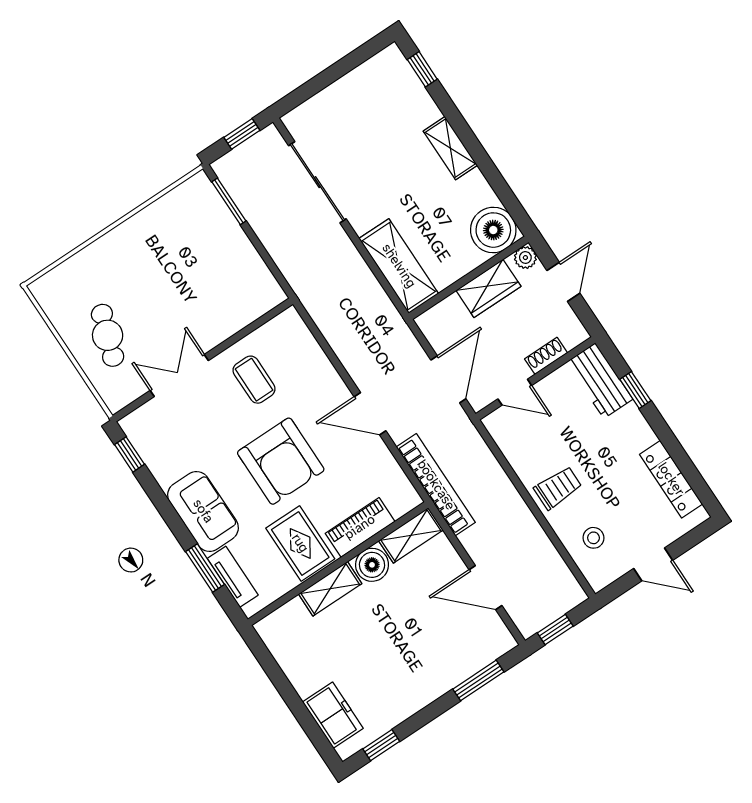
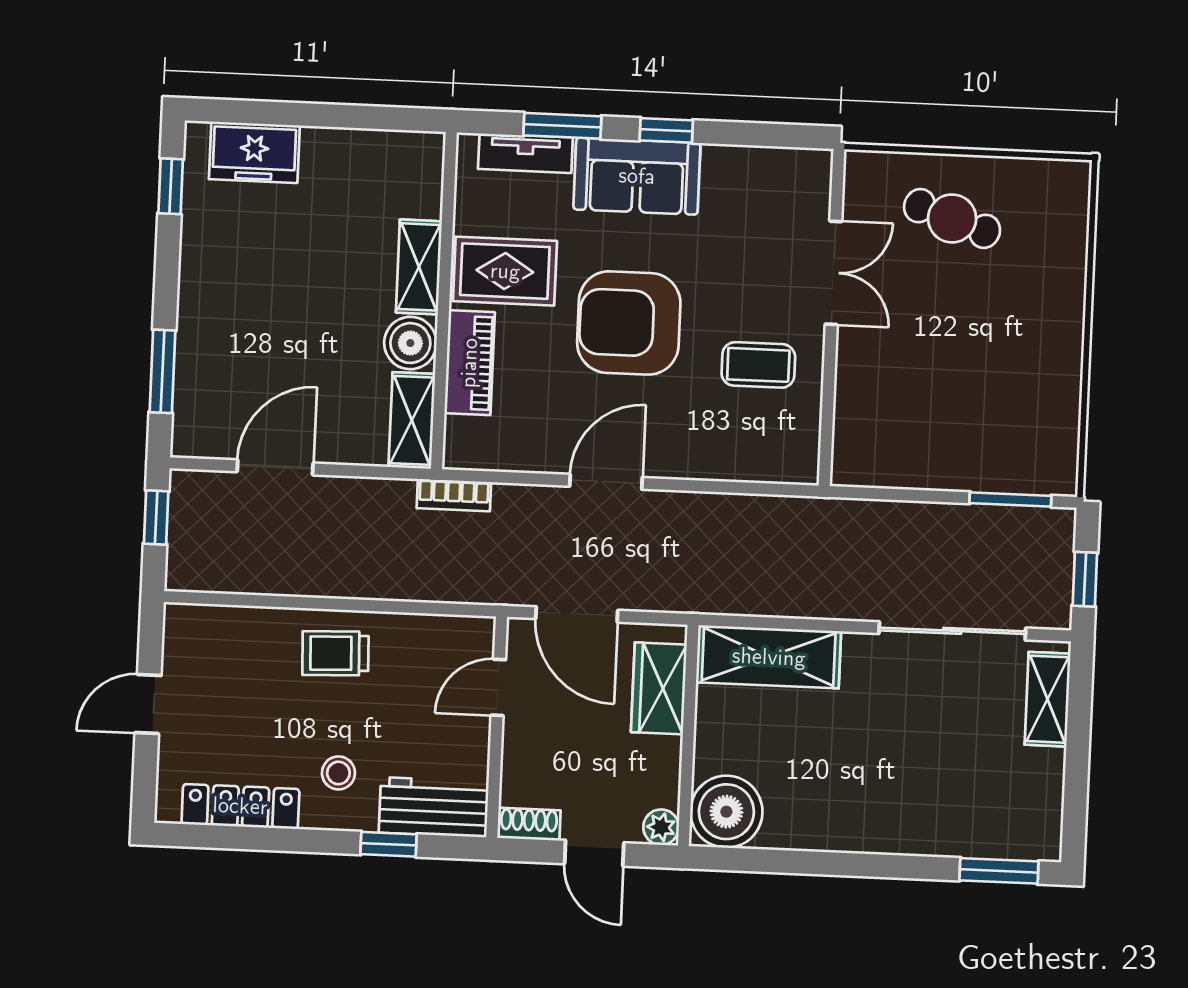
window: (422, 69) -> (999, 871), width x1.50
shelving: (450, 148) -> (1048, 699), moved, turned 90
wardrobe: (488, 288) -> (659, 688), moved
shoe rack: (546, 356) -> (529, 824), moved, turned -90
window: (129, 454) -> (666, 130), moved
bookcase: (436, 485) -> (454, 495), width x0.43, depth x0.76
trolley: (558, 488) -> (335, 653), turned 88
stool: (593, 538) -> (338, 773), moved

